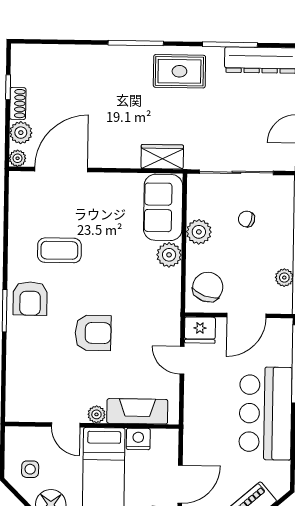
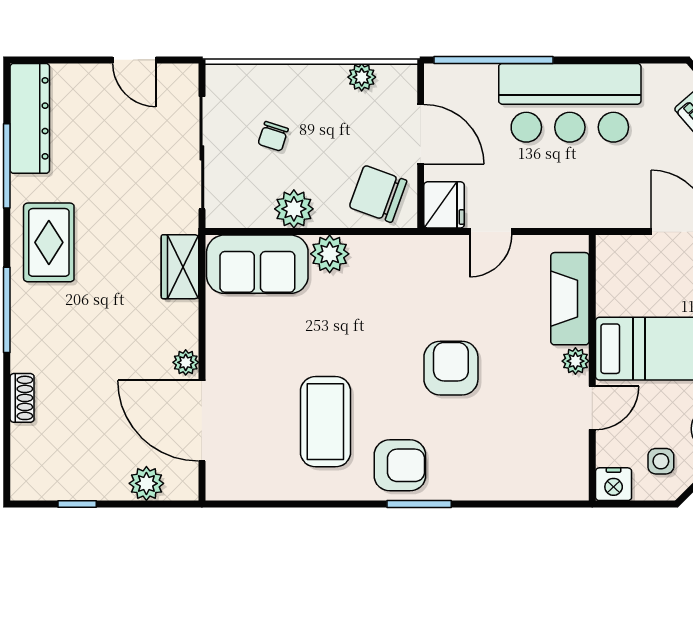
shoe rack: (18, 103) -> (22, 398), moved, turned 90
plant: (18, 158) -> (186, 362), moved
coffee table: (59, 250) -> (325, 422), width x1.36, depth x1.32
nightstand: (138, 439) -> (614, 484), moved, turned -90

